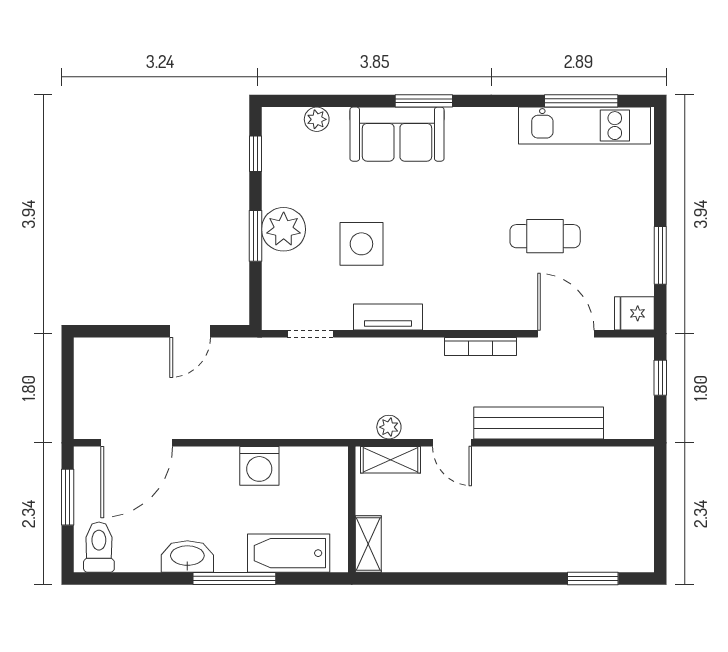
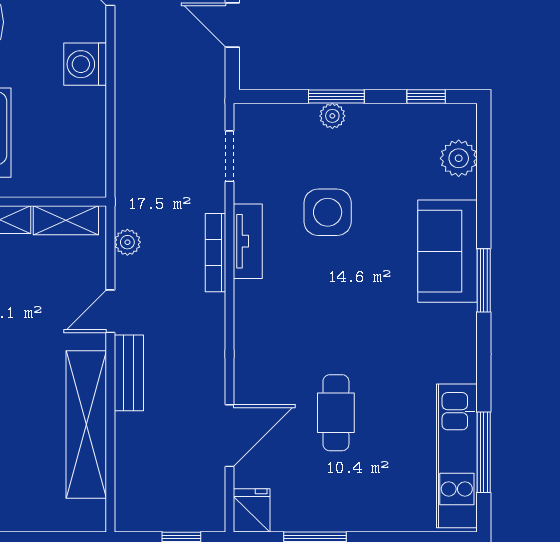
plant: (317, 119) -> (459, 158), width x1.38, depth x1.38
plant: (284, 229) -> (332, 116), width x0.53, depth x0.53
bookcase: (481, 346) -> (216, 253), moved
bench: (539, 423) -> (129, 373), width x0.54, depth x0.82
shelving: (391, 460) -> (66, 220), moved, turned 90
shelving: (556, 465) -> (86, 424), added
washing machine: (259, 466) -> (85, 64), moved

